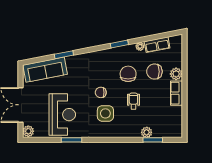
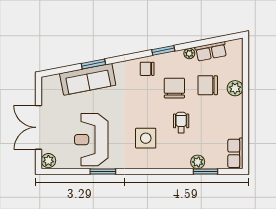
sofa: (45, 70) -> (88, 79), moved
chair: (101, 92) -> (147, 69), moved
row of seats: (176, 93) -> (235, 153), moved
reception desk: (62, 115) -> (91, 140), turned 180

